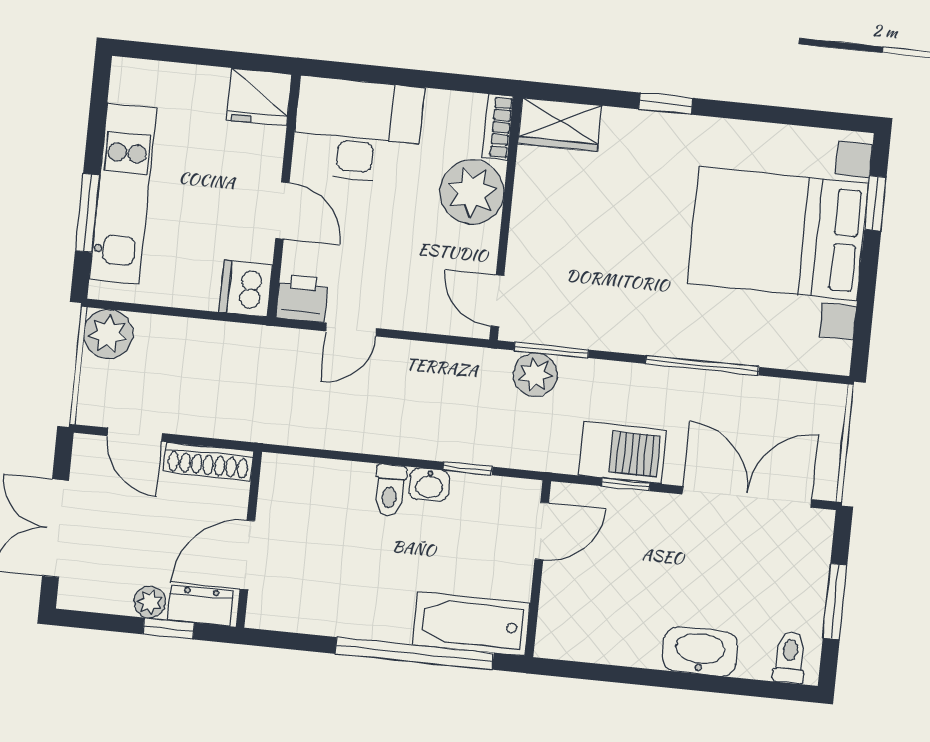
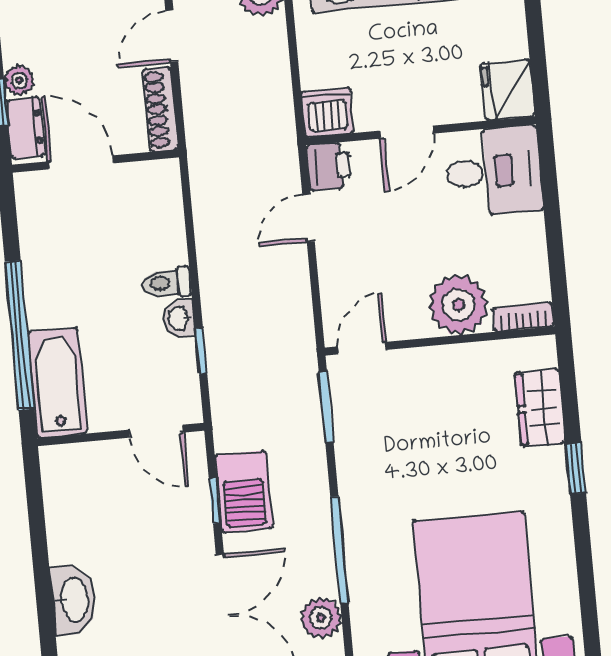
wardrobe: (560, 125) -> (540, 408), moved
desk: (358, 130) -> (493, 171), width x0.73
door: (351, 330) -> (309, 218), hinge flipped
plant: (535, 375) -> (321, 618), moved

